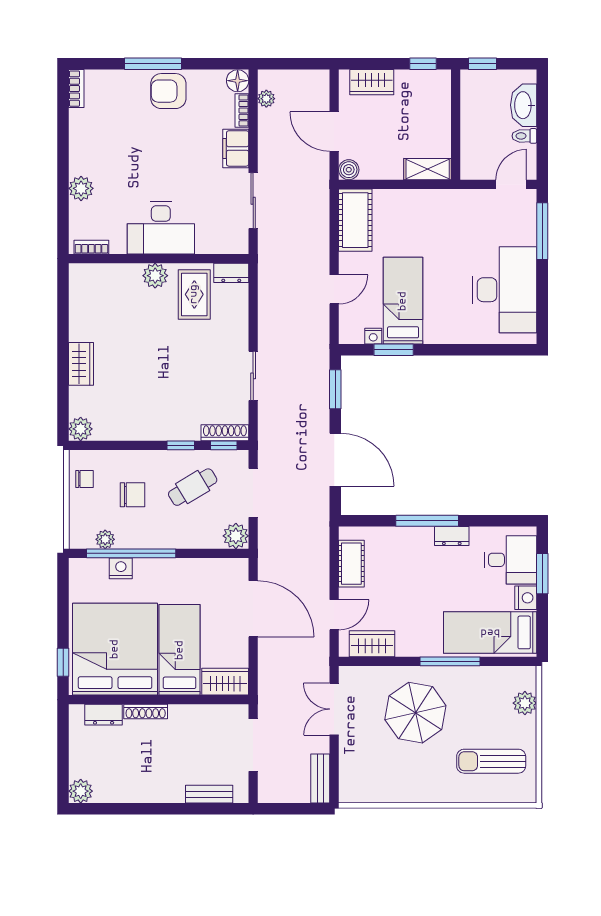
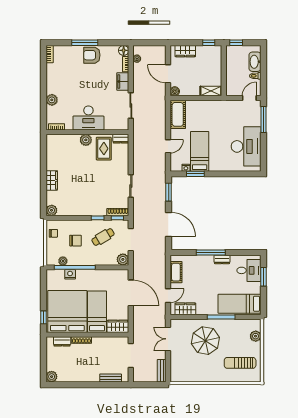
nightstand: (526, 598) -> (256, 288), removed

